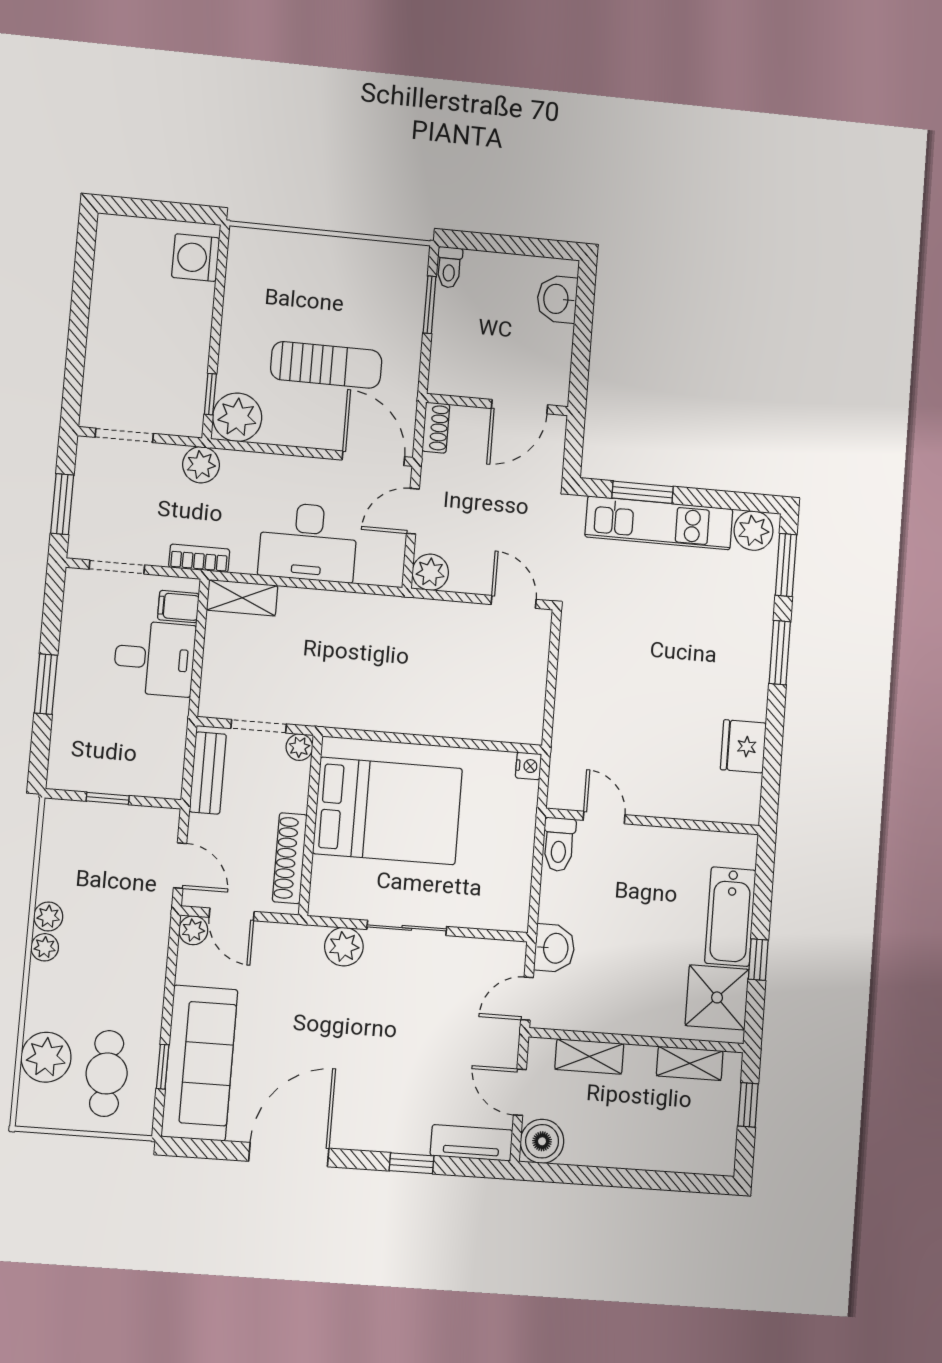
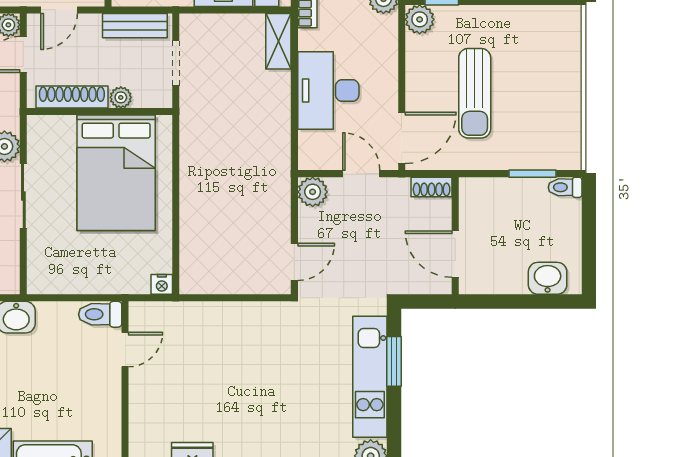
plant: (237, 417) -> (420, 19), width x0.73, depth x0.73
plant: (299, 747) -> (121, 97), moved

